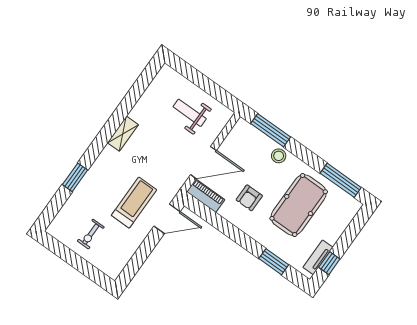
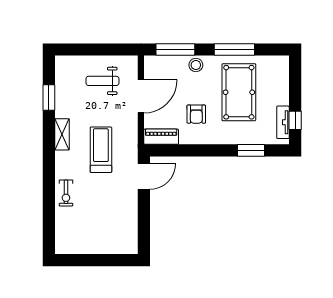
door: (203, 163) -> (141, 96), moved
window: (75, 177) -> (49, 98), moved
window: (341, 180) -> (234, 49), moved
treadmill: (134, 203) -> (101, 150), moved
exercise bike: (91, 234) -> (66, 193), moved

